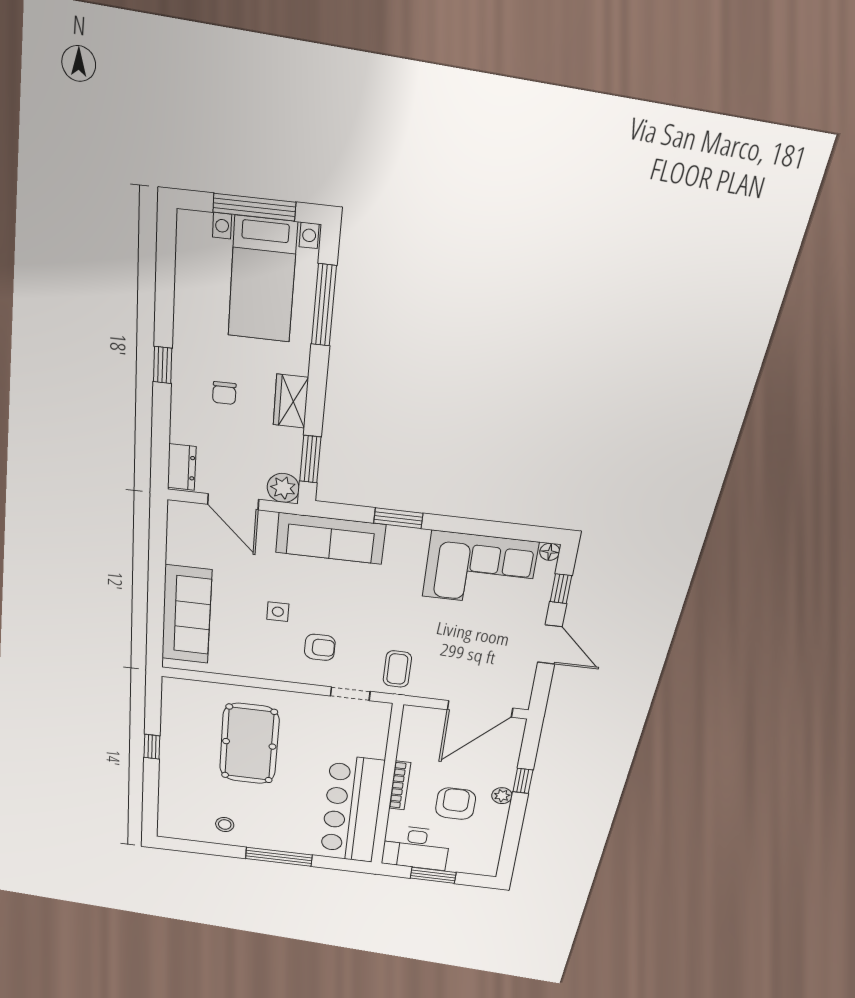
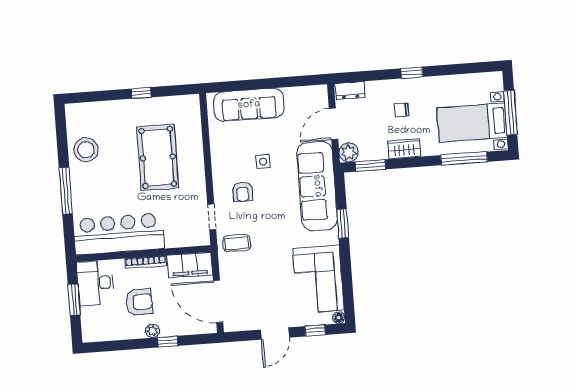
sofa: (331, 538) -> (317, 186), width x1.36, depth x1.27
filing cabinet: (417, 734) -> (190, 265), added
pool table: (249, 744) -> (158, 157), turned 90
stool: (225, 824) -> (86, 150), width x1.89, depth x1.89

